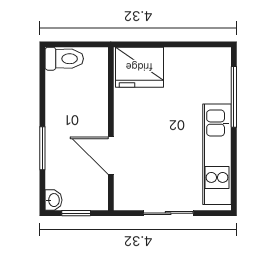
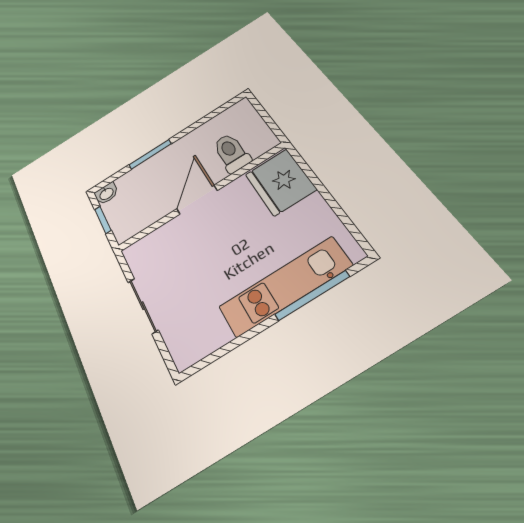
toilet: (64, 59) -> (231, 153), moved, turned 180
kitchen unit: (217, 154) -> (285, 286), moved
door: (111, 156) -> (197, 200), moved

